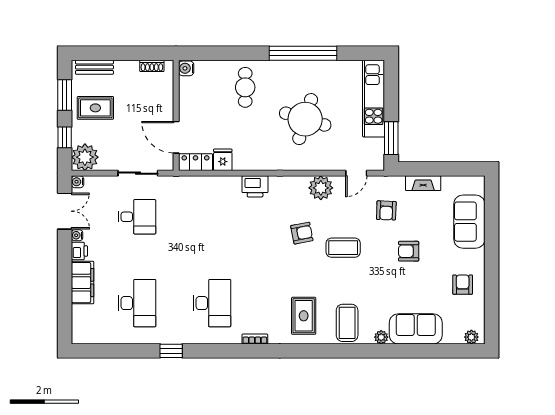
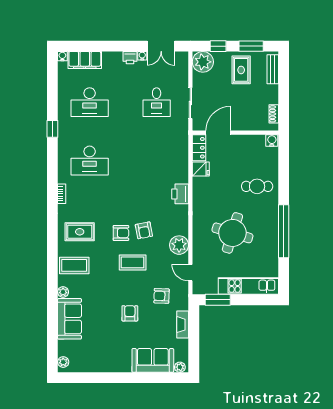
water cooler: (78, 182) -> (62, 56), moved
plant: (478, 187) -> (180, 367), added
coffee table: (343, 248) -> (133, 262), turned 90
filing cabinet: (83, 283) -> (85, 60), moved
armchair: (463, 285) -> (121, 233), moved

